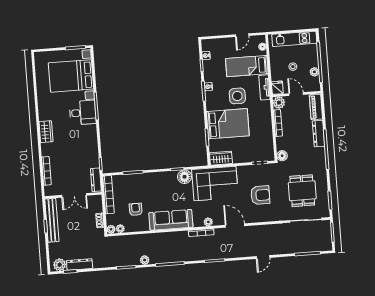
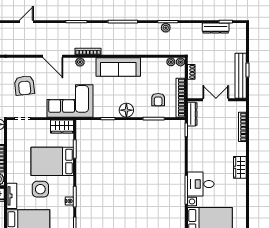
floor lamp: (185, 177) -> (126, 110), moved
armchair: (260, 195) -> (24, 85), turned -96
armchair: (136, 209) -> (158, 100), moved
plant: (145, 260) -> (166, 28), moved
plant: (60, 265) -> (236, 29), removed

